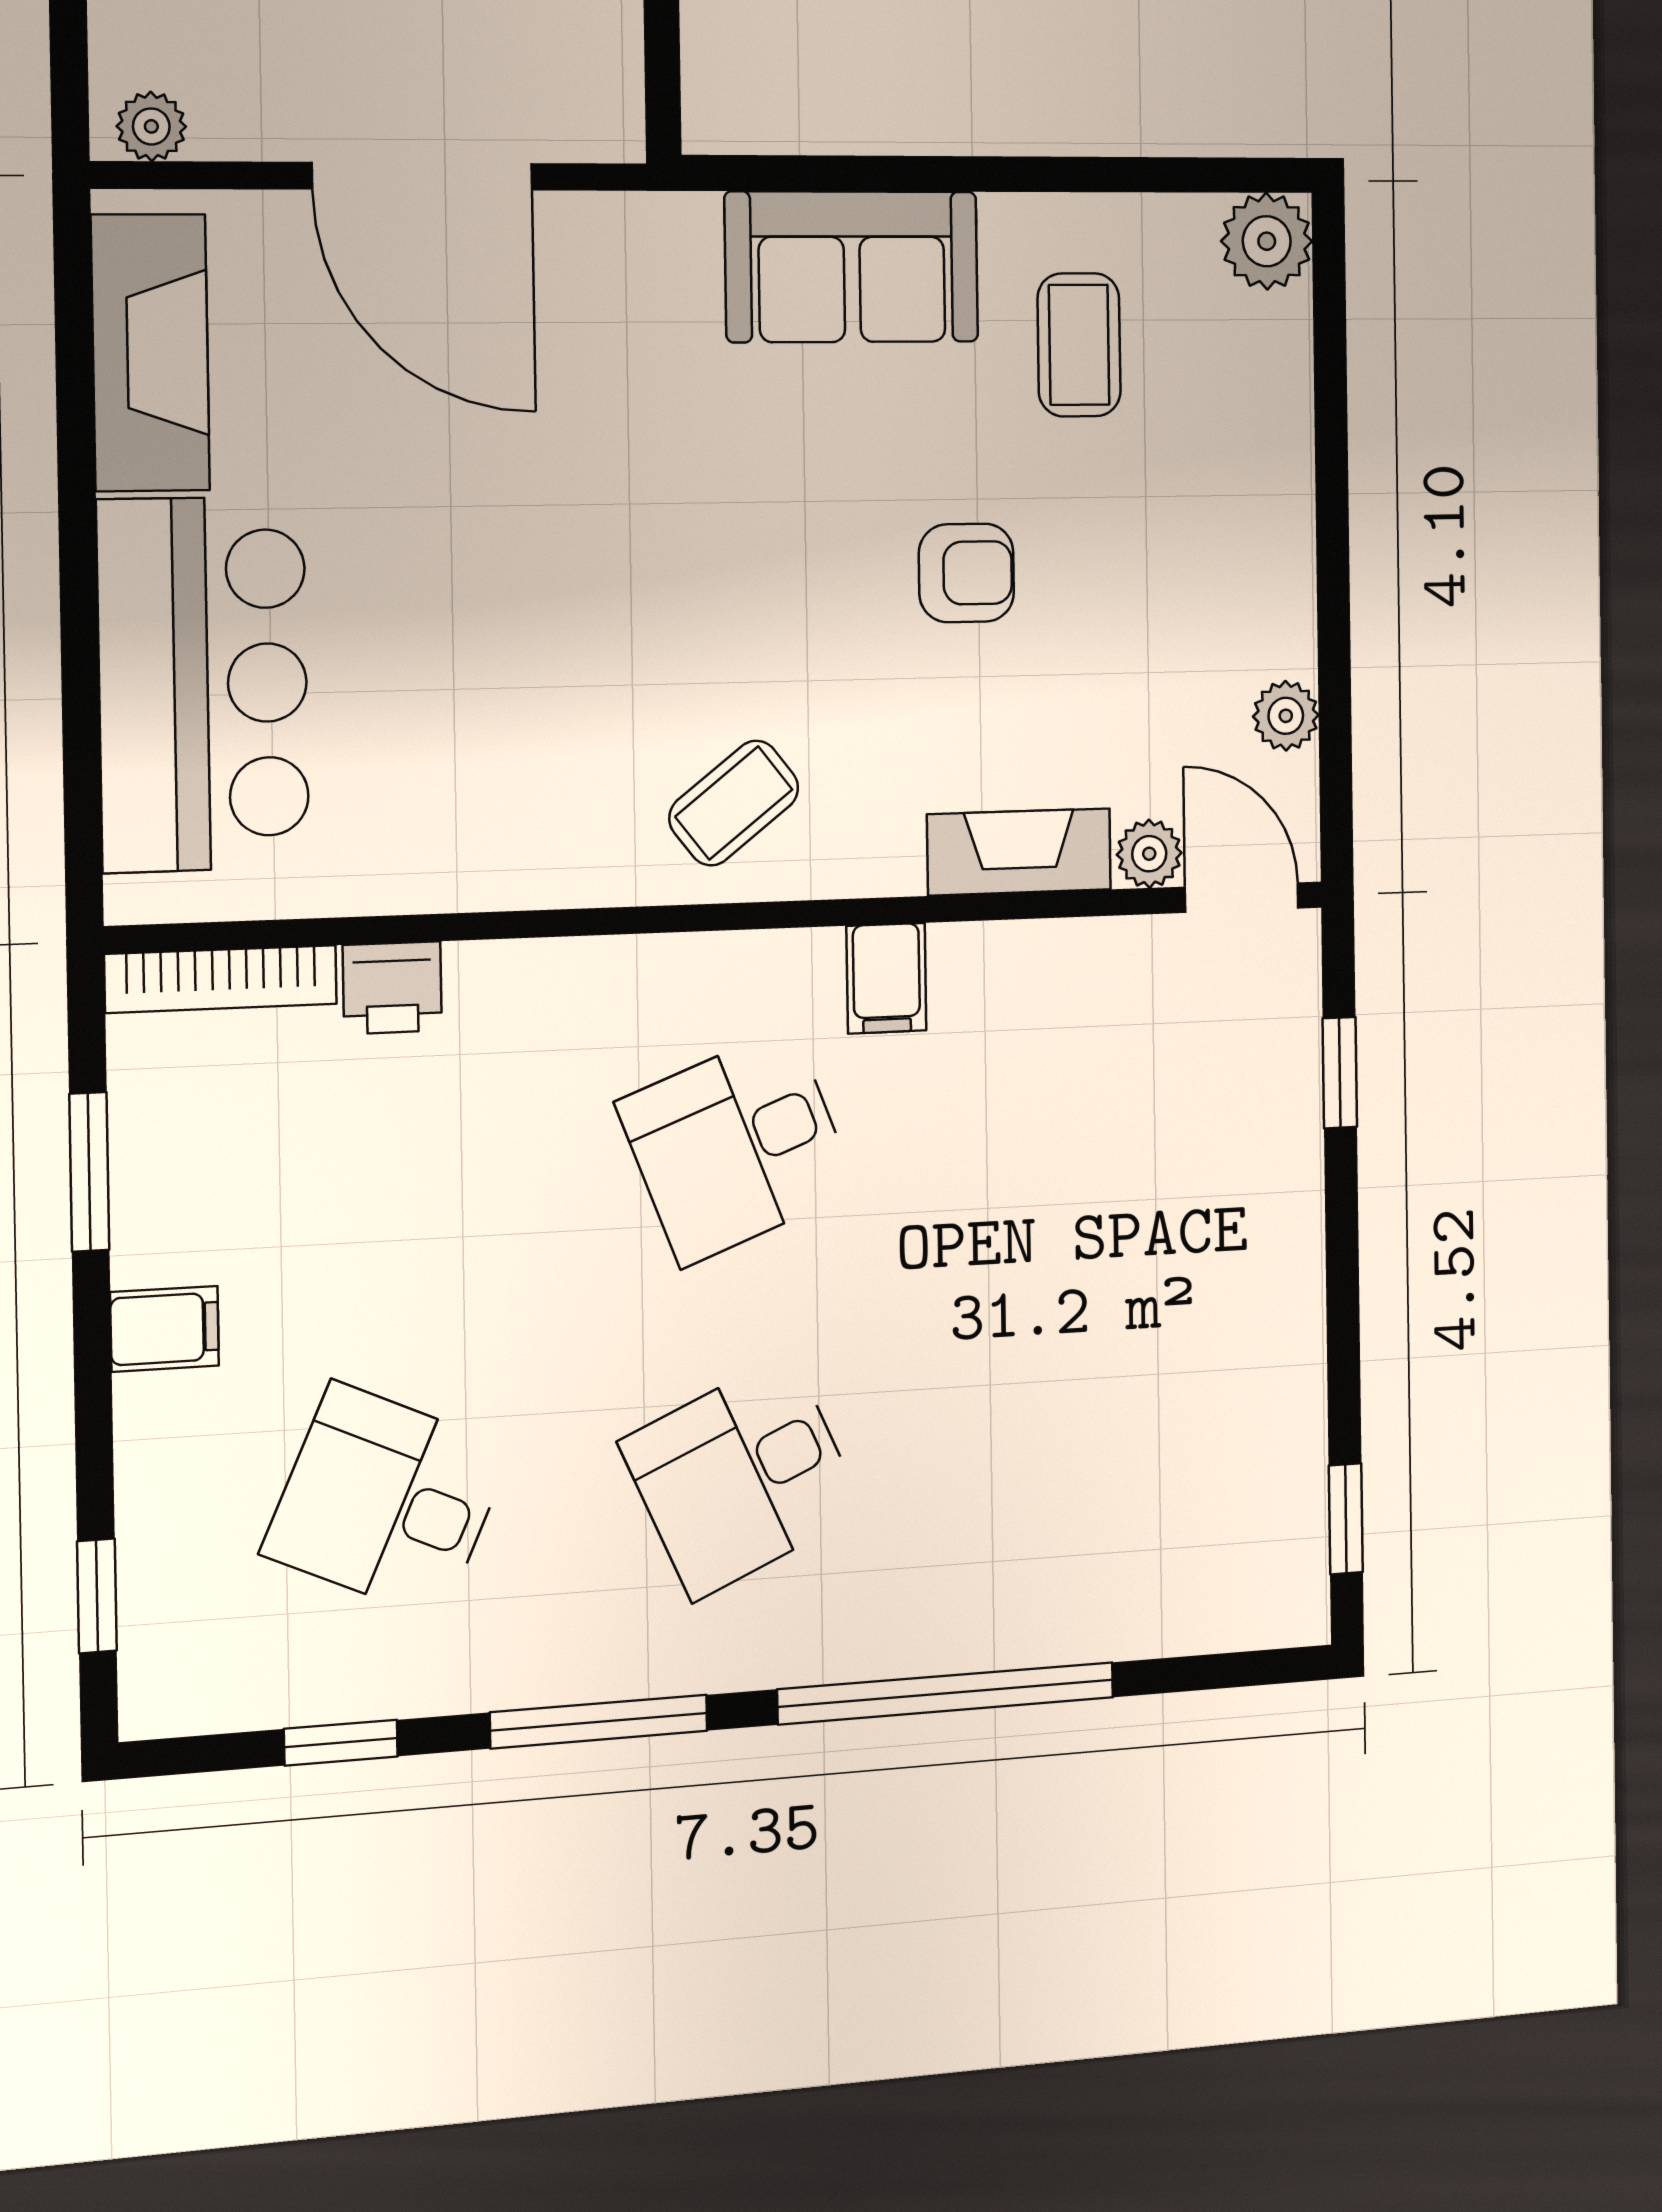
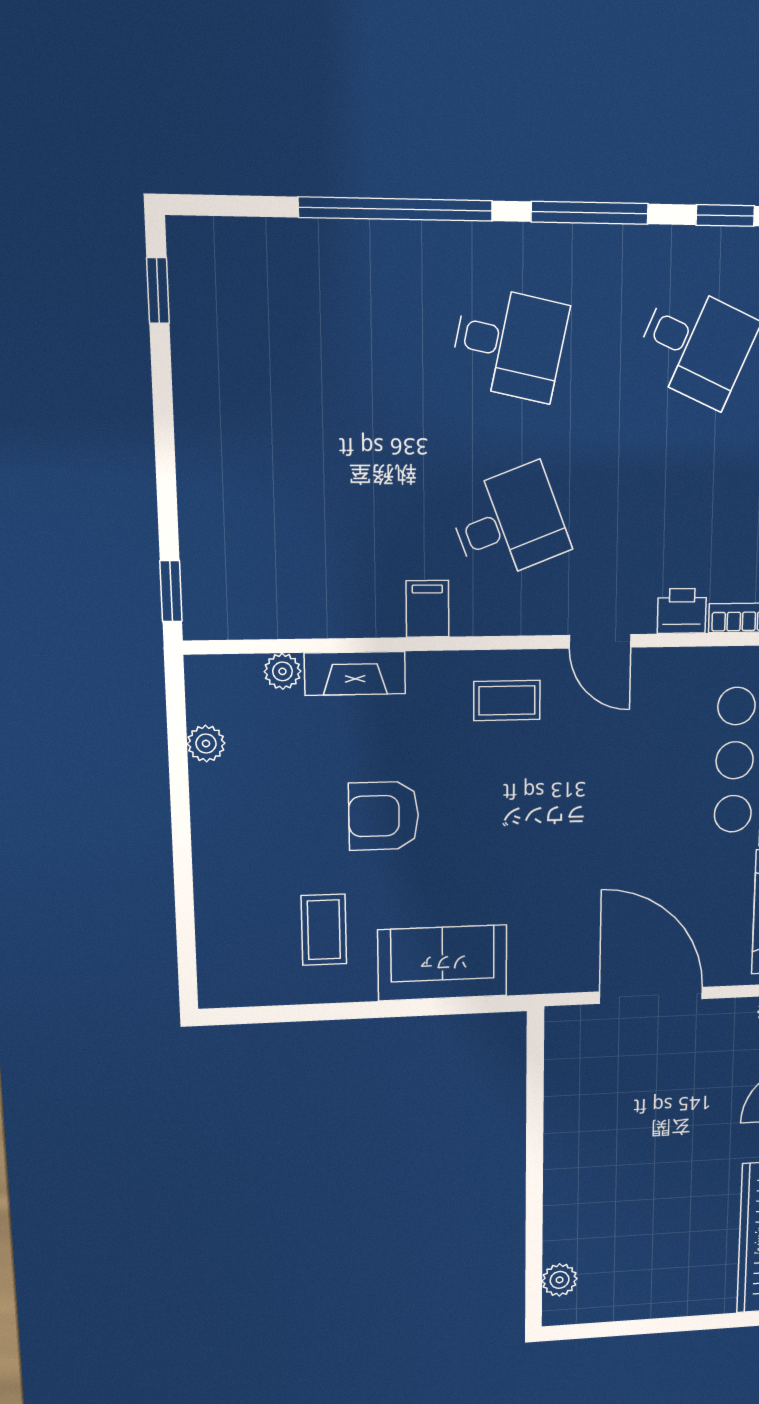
plant: (1267, 241) -> (222, 984), removed
armchair: (966, 573) -> (384, 816), width x1.38, depth x1.38
coffee table: (734, 803) -> (507, 700), turned 38
door: (1242, 898) -> (600, 641), moved
window: (1340, 1073) -> (171, 591), moved
desk: (742, 1477) -> (509, 343), turned 36

